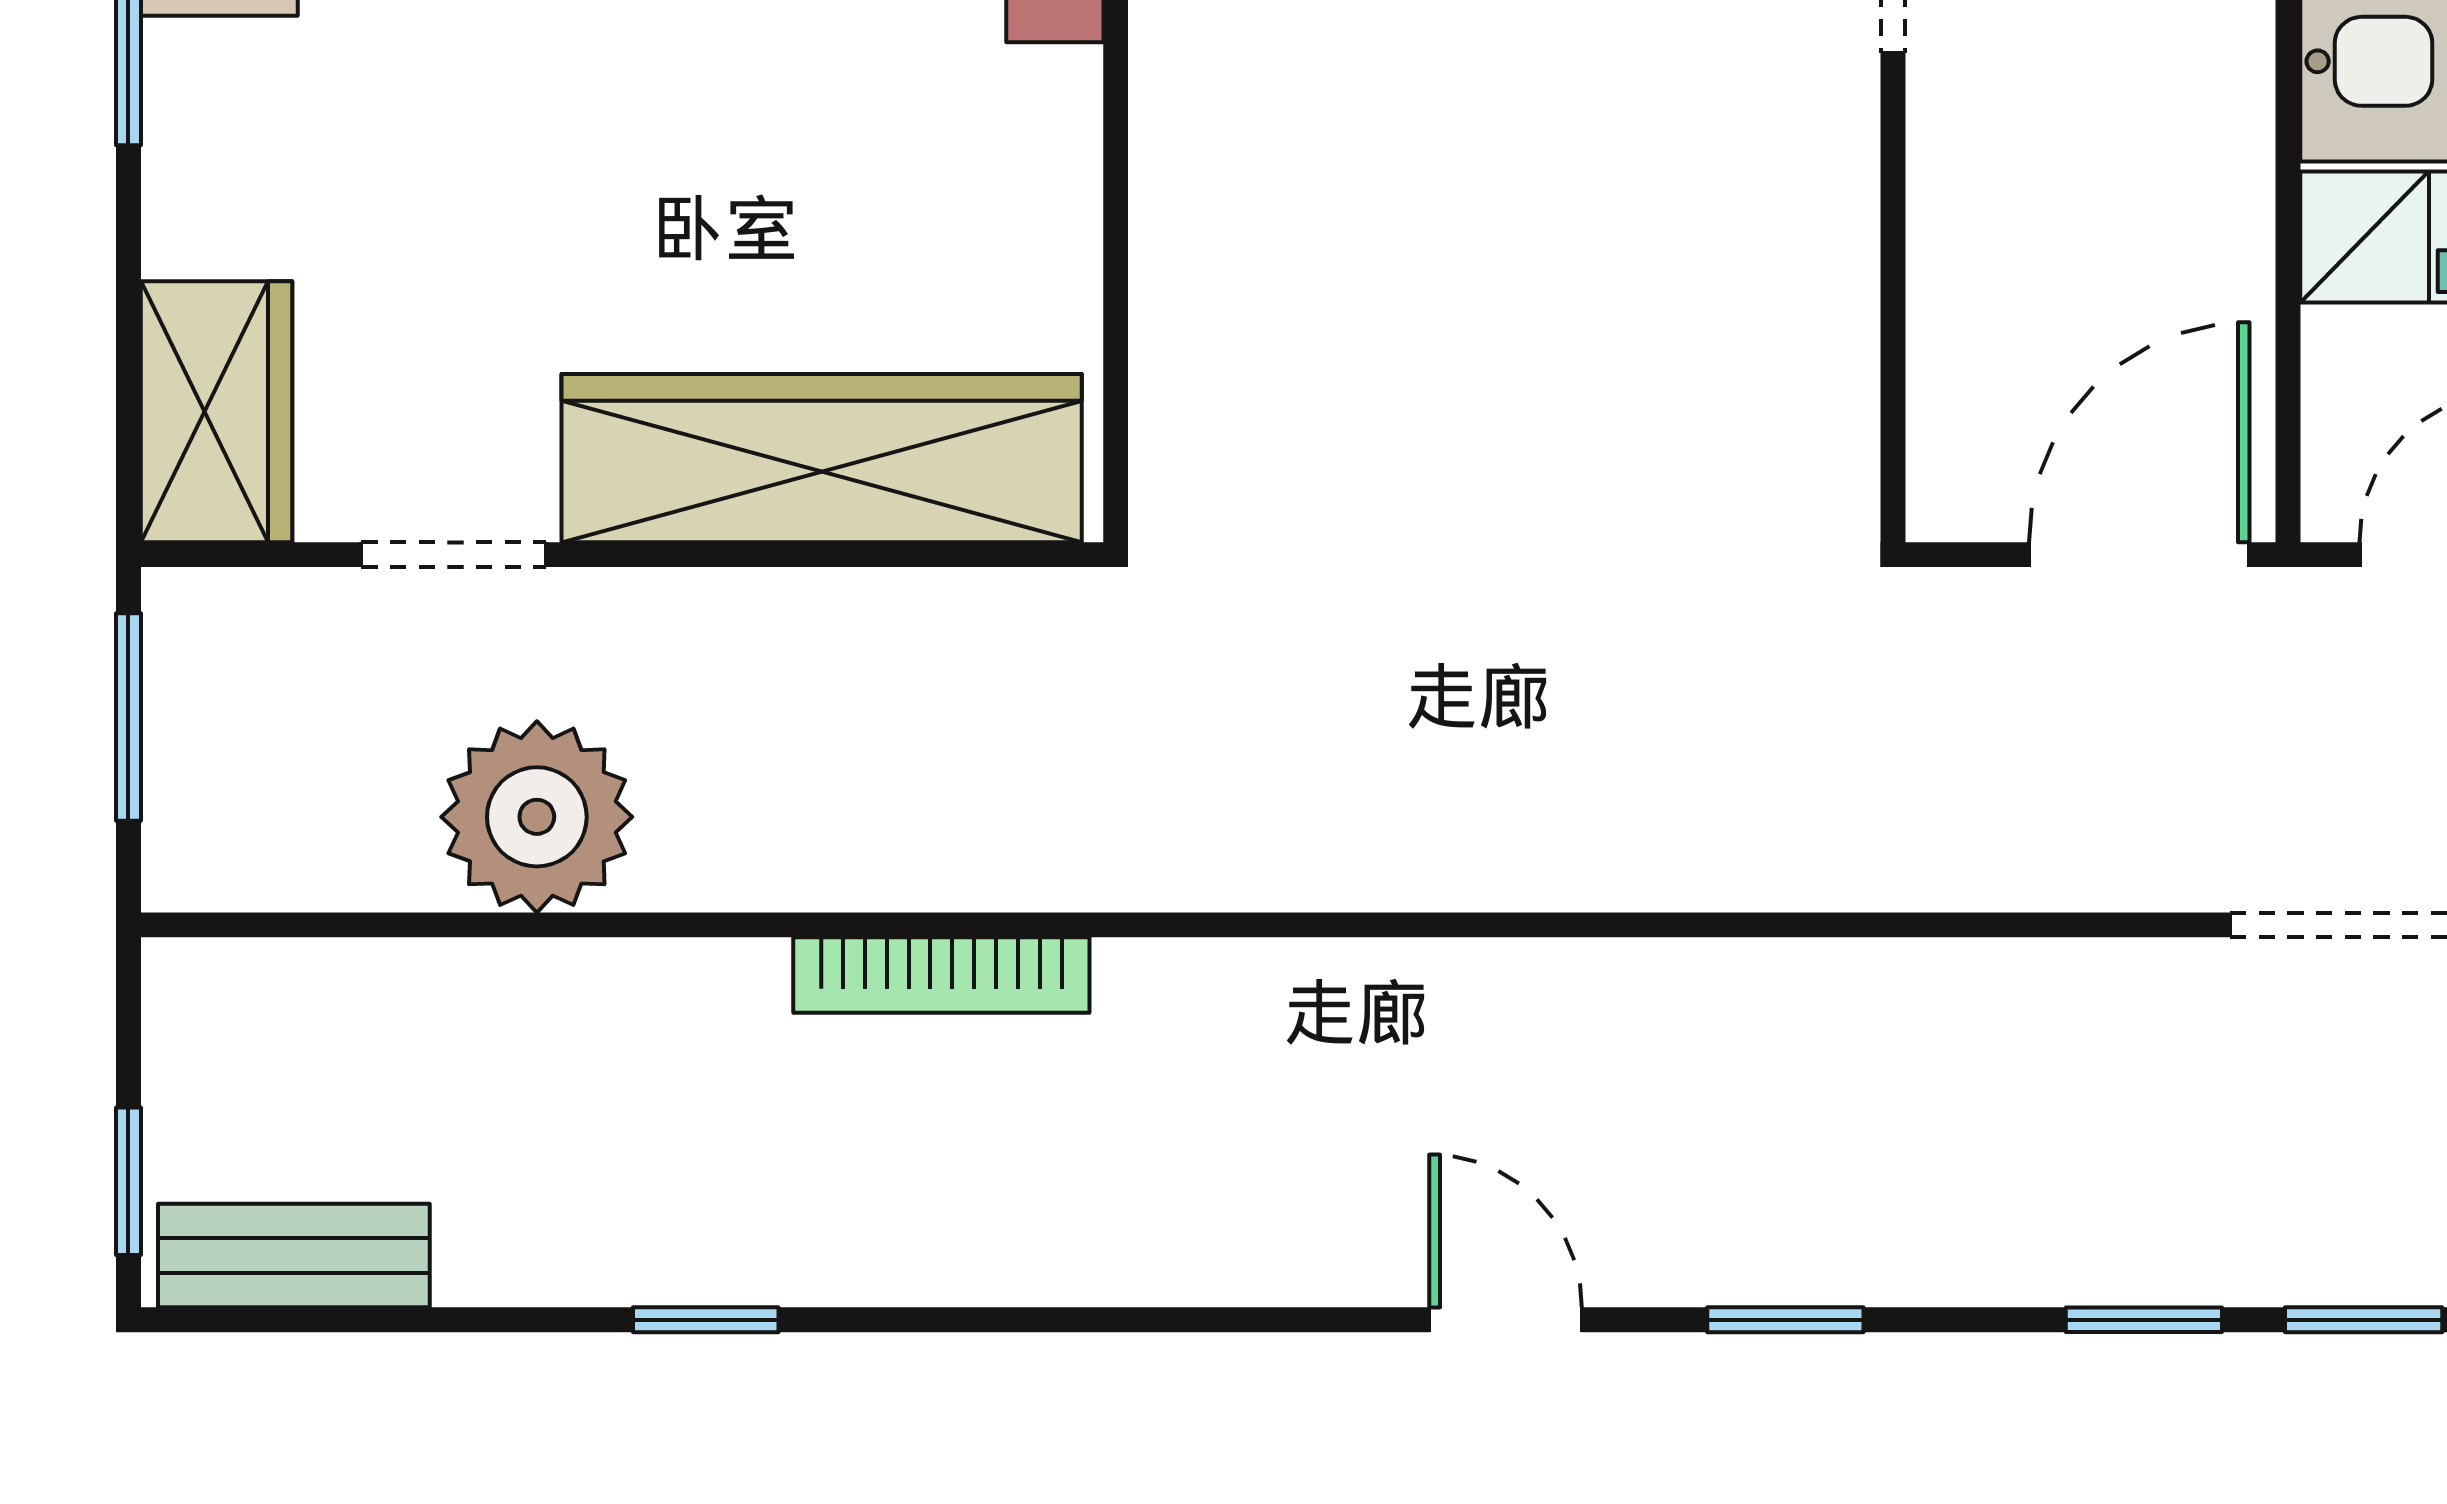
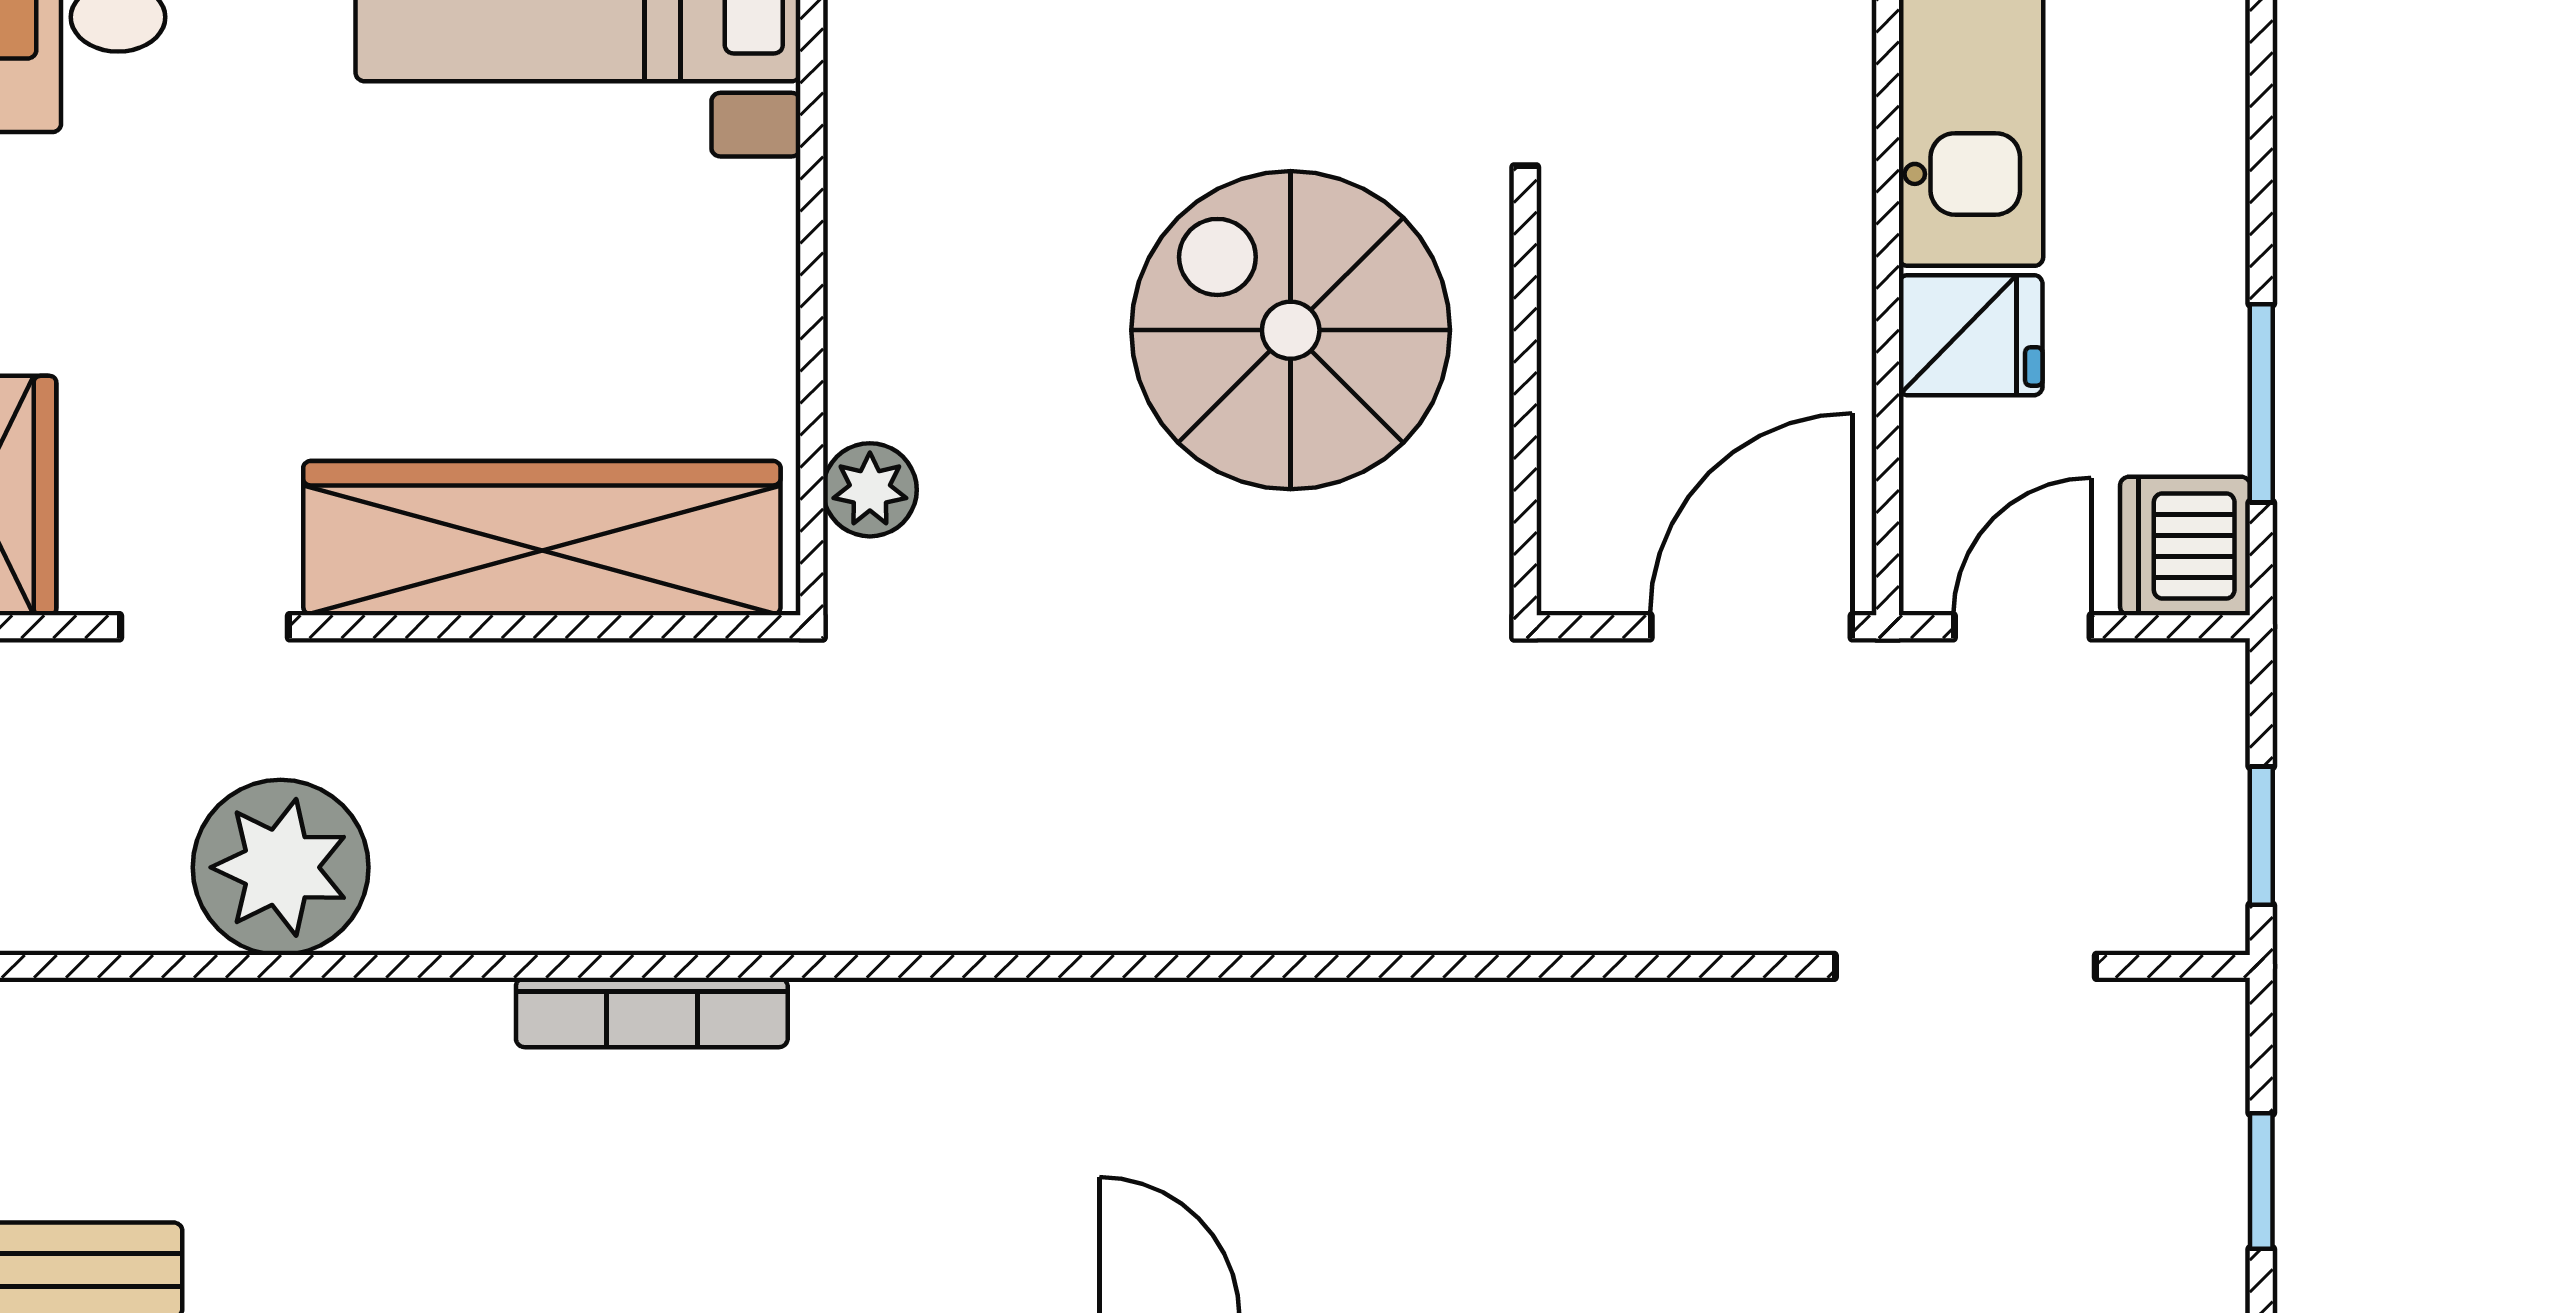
spiral stairs: (1637, 232) -> (1291, 330), added
plant: (1179, 405) -> (870, 490), added

